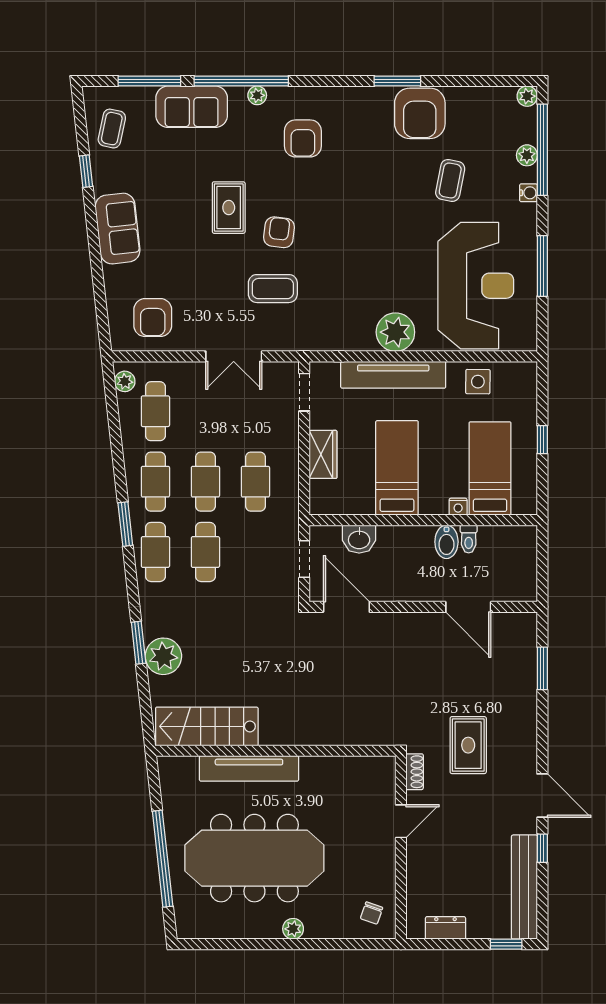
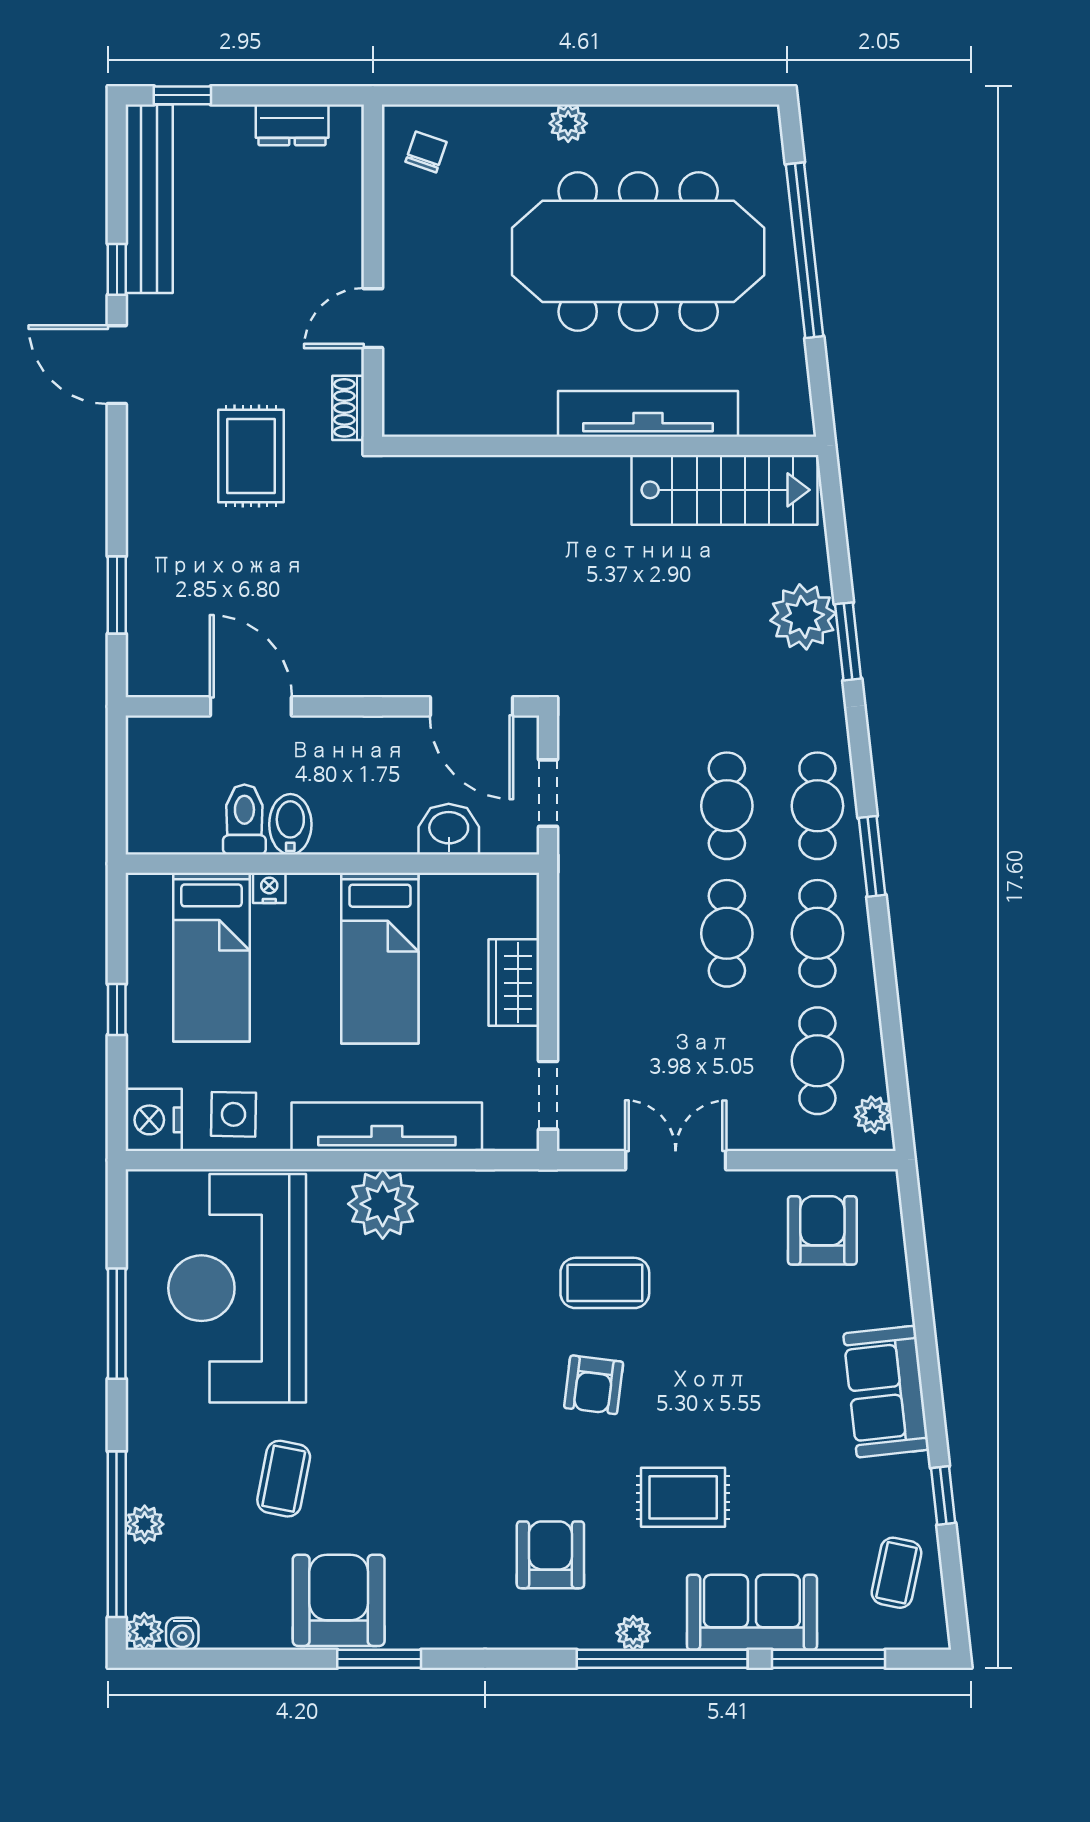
water cooler: (528, 193) -> (182, 1634), moved, turned -90
rug: (229, 208) -> (683, 1497), moved, turned 90
nightstand: (522, 379) -> (154, 1120), added
cafe table: (255, 482) -> (636, 933), removed
toilet: (469, 539) -> (244, 820), width x1.37, depth x1.39

